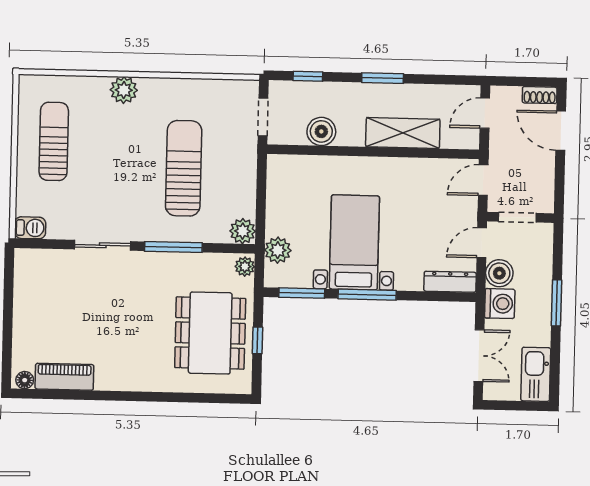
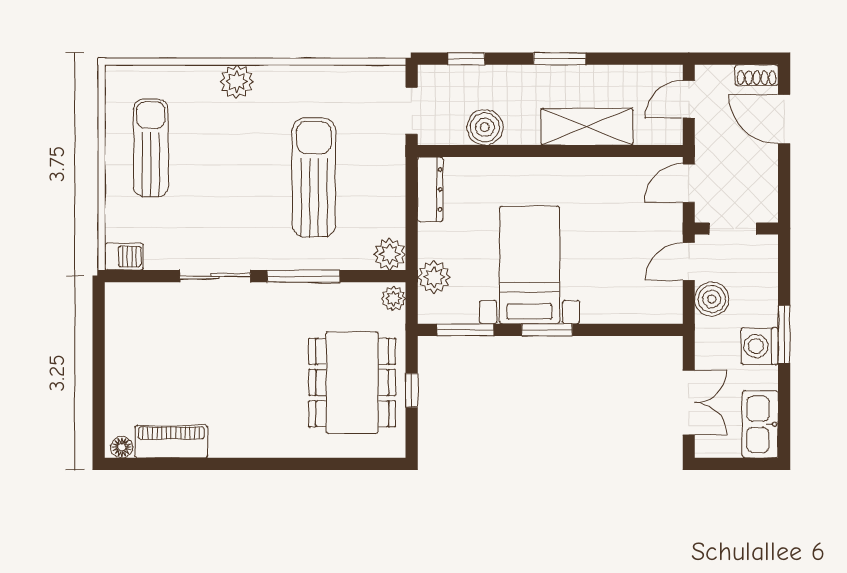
dresser: (450, 282) -> (430, 189), moved, turned 90
window: (367, 295) -> (547, 330), width x0.69
washing machine: (500, 304) -> (760, 346), moved, turned 180

